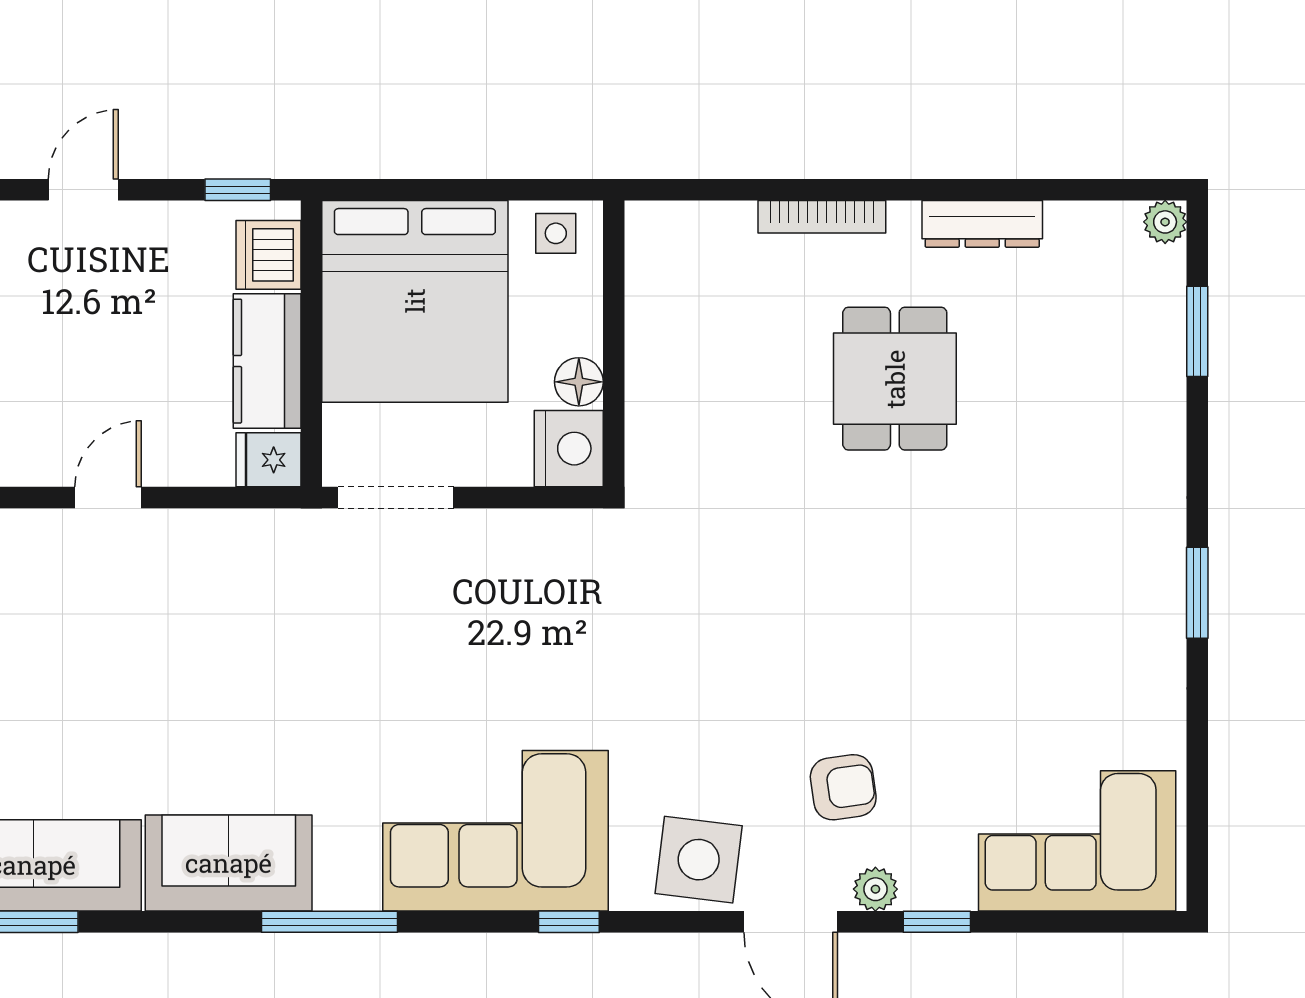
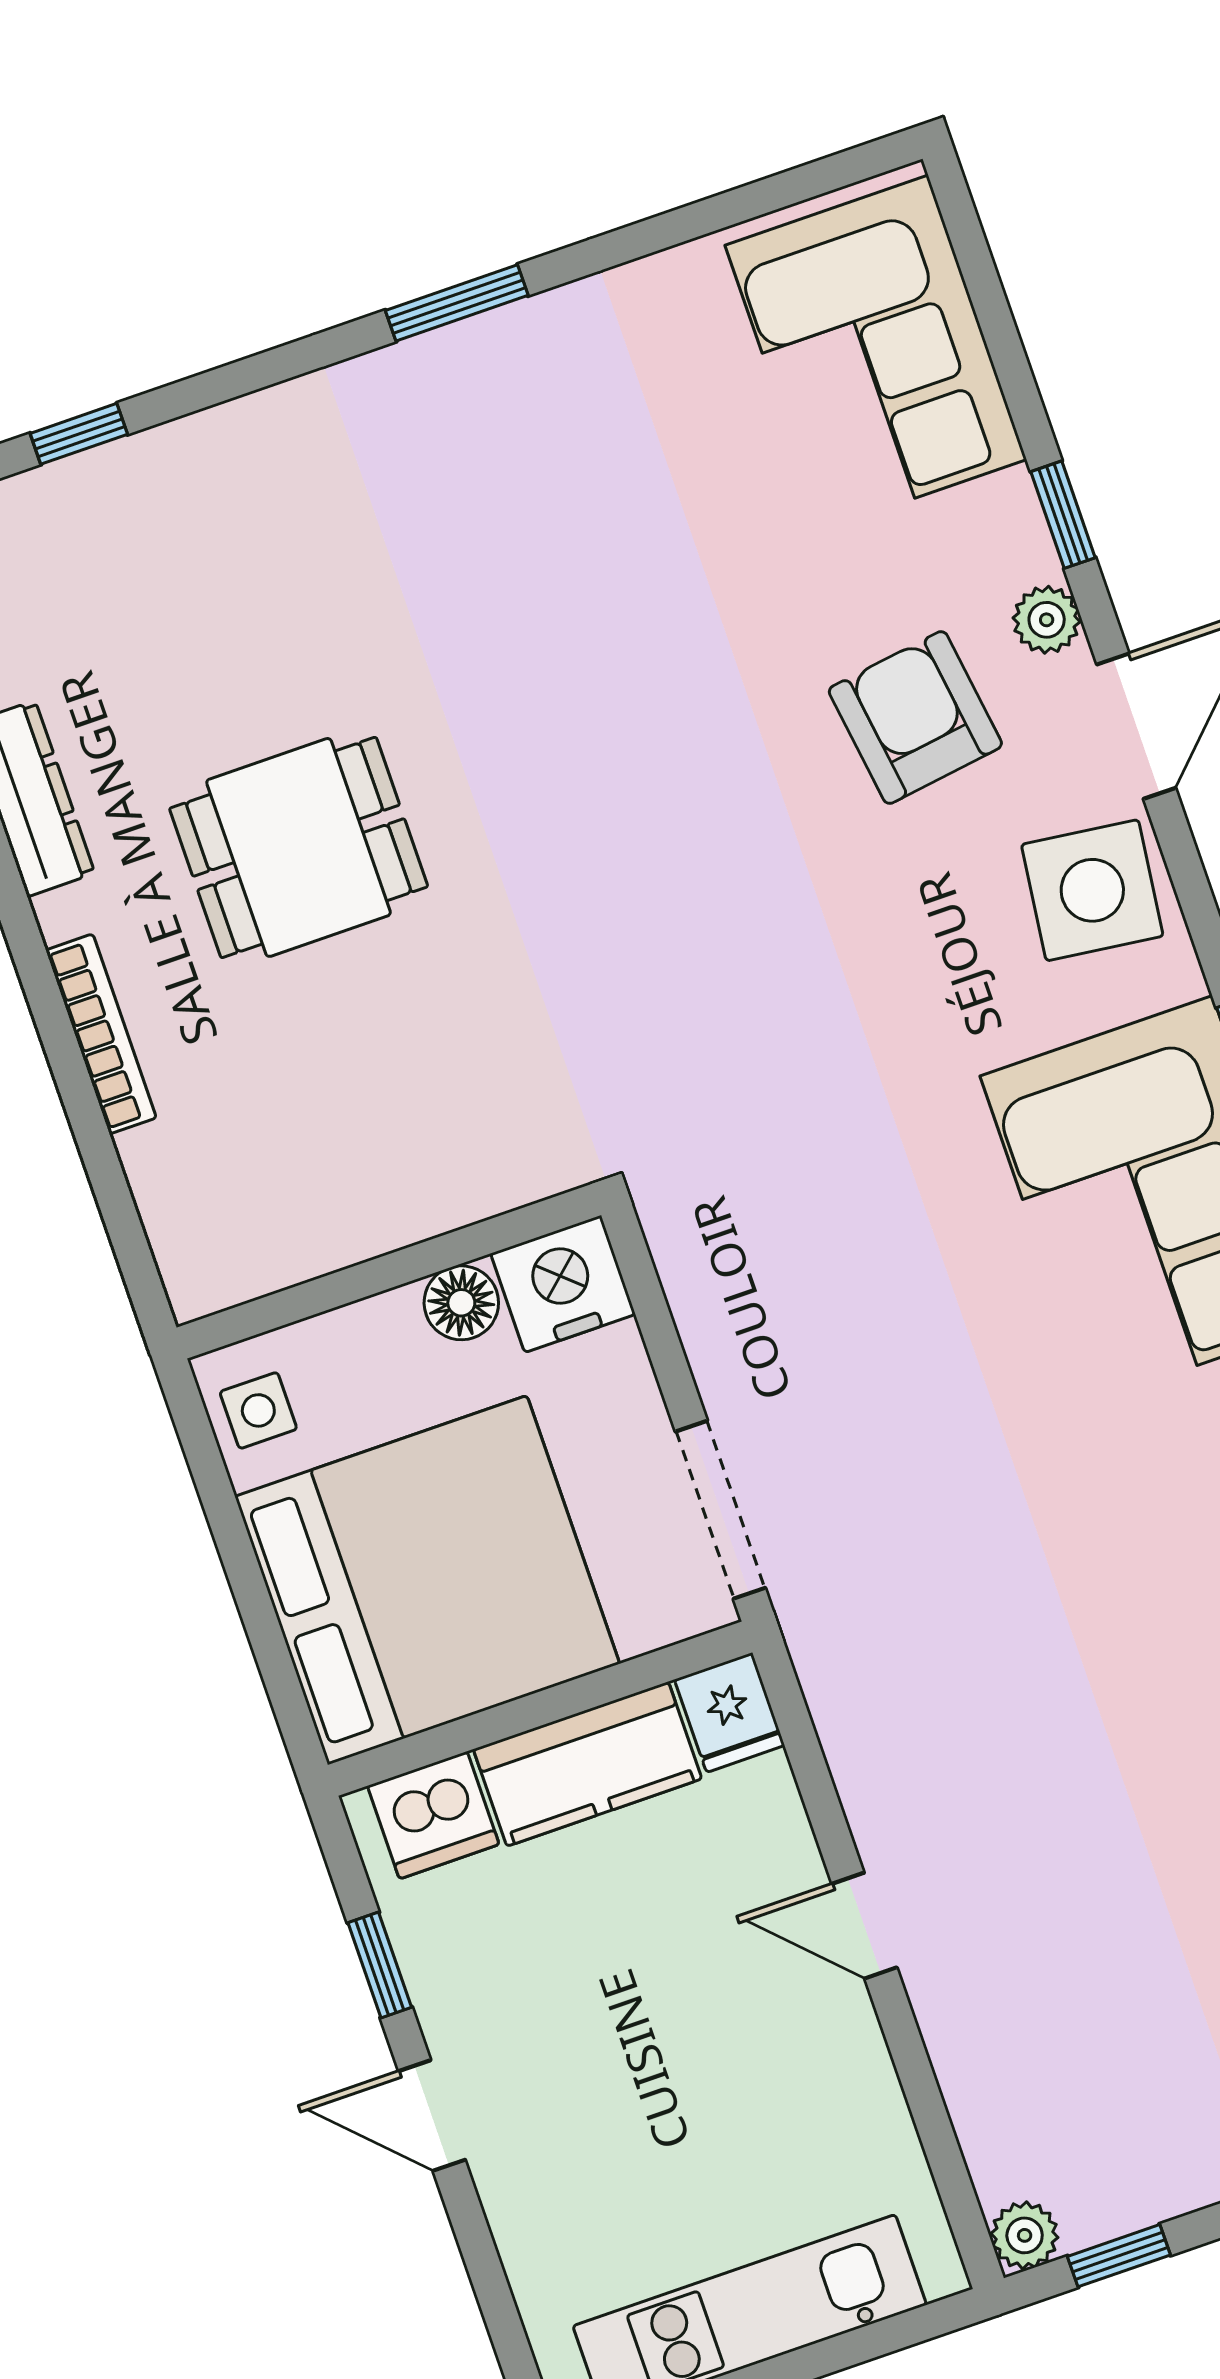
window: (238, 190) -> (380, 1965), moved
window: (1197, 331) -> (79, 434), width x0.67
armchair: (843, 787) -> (915, 717), width x1.38, depth x1.38

